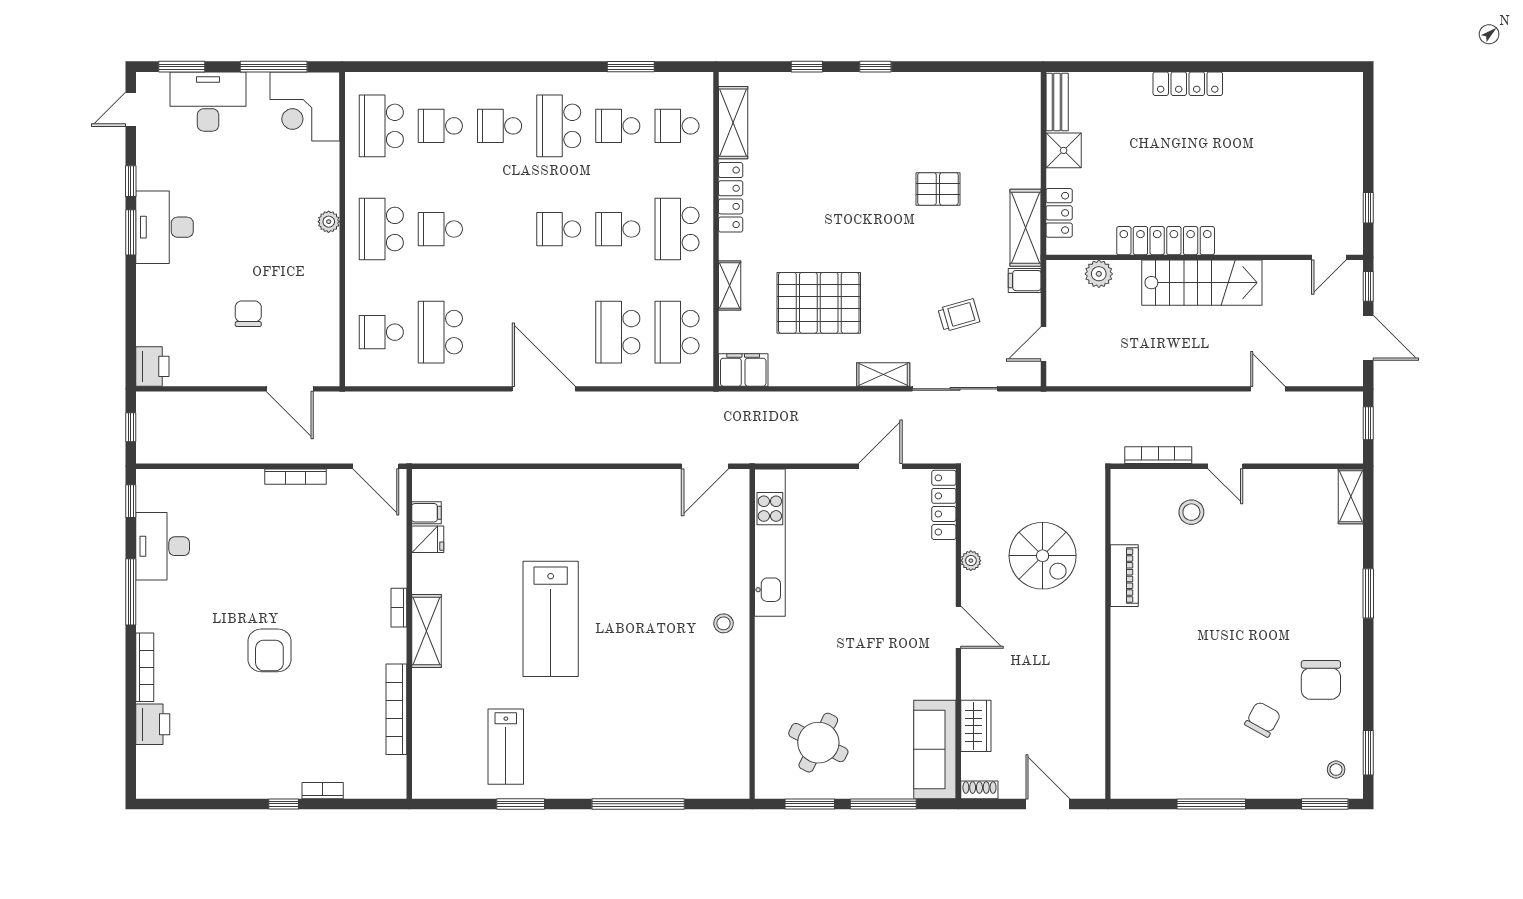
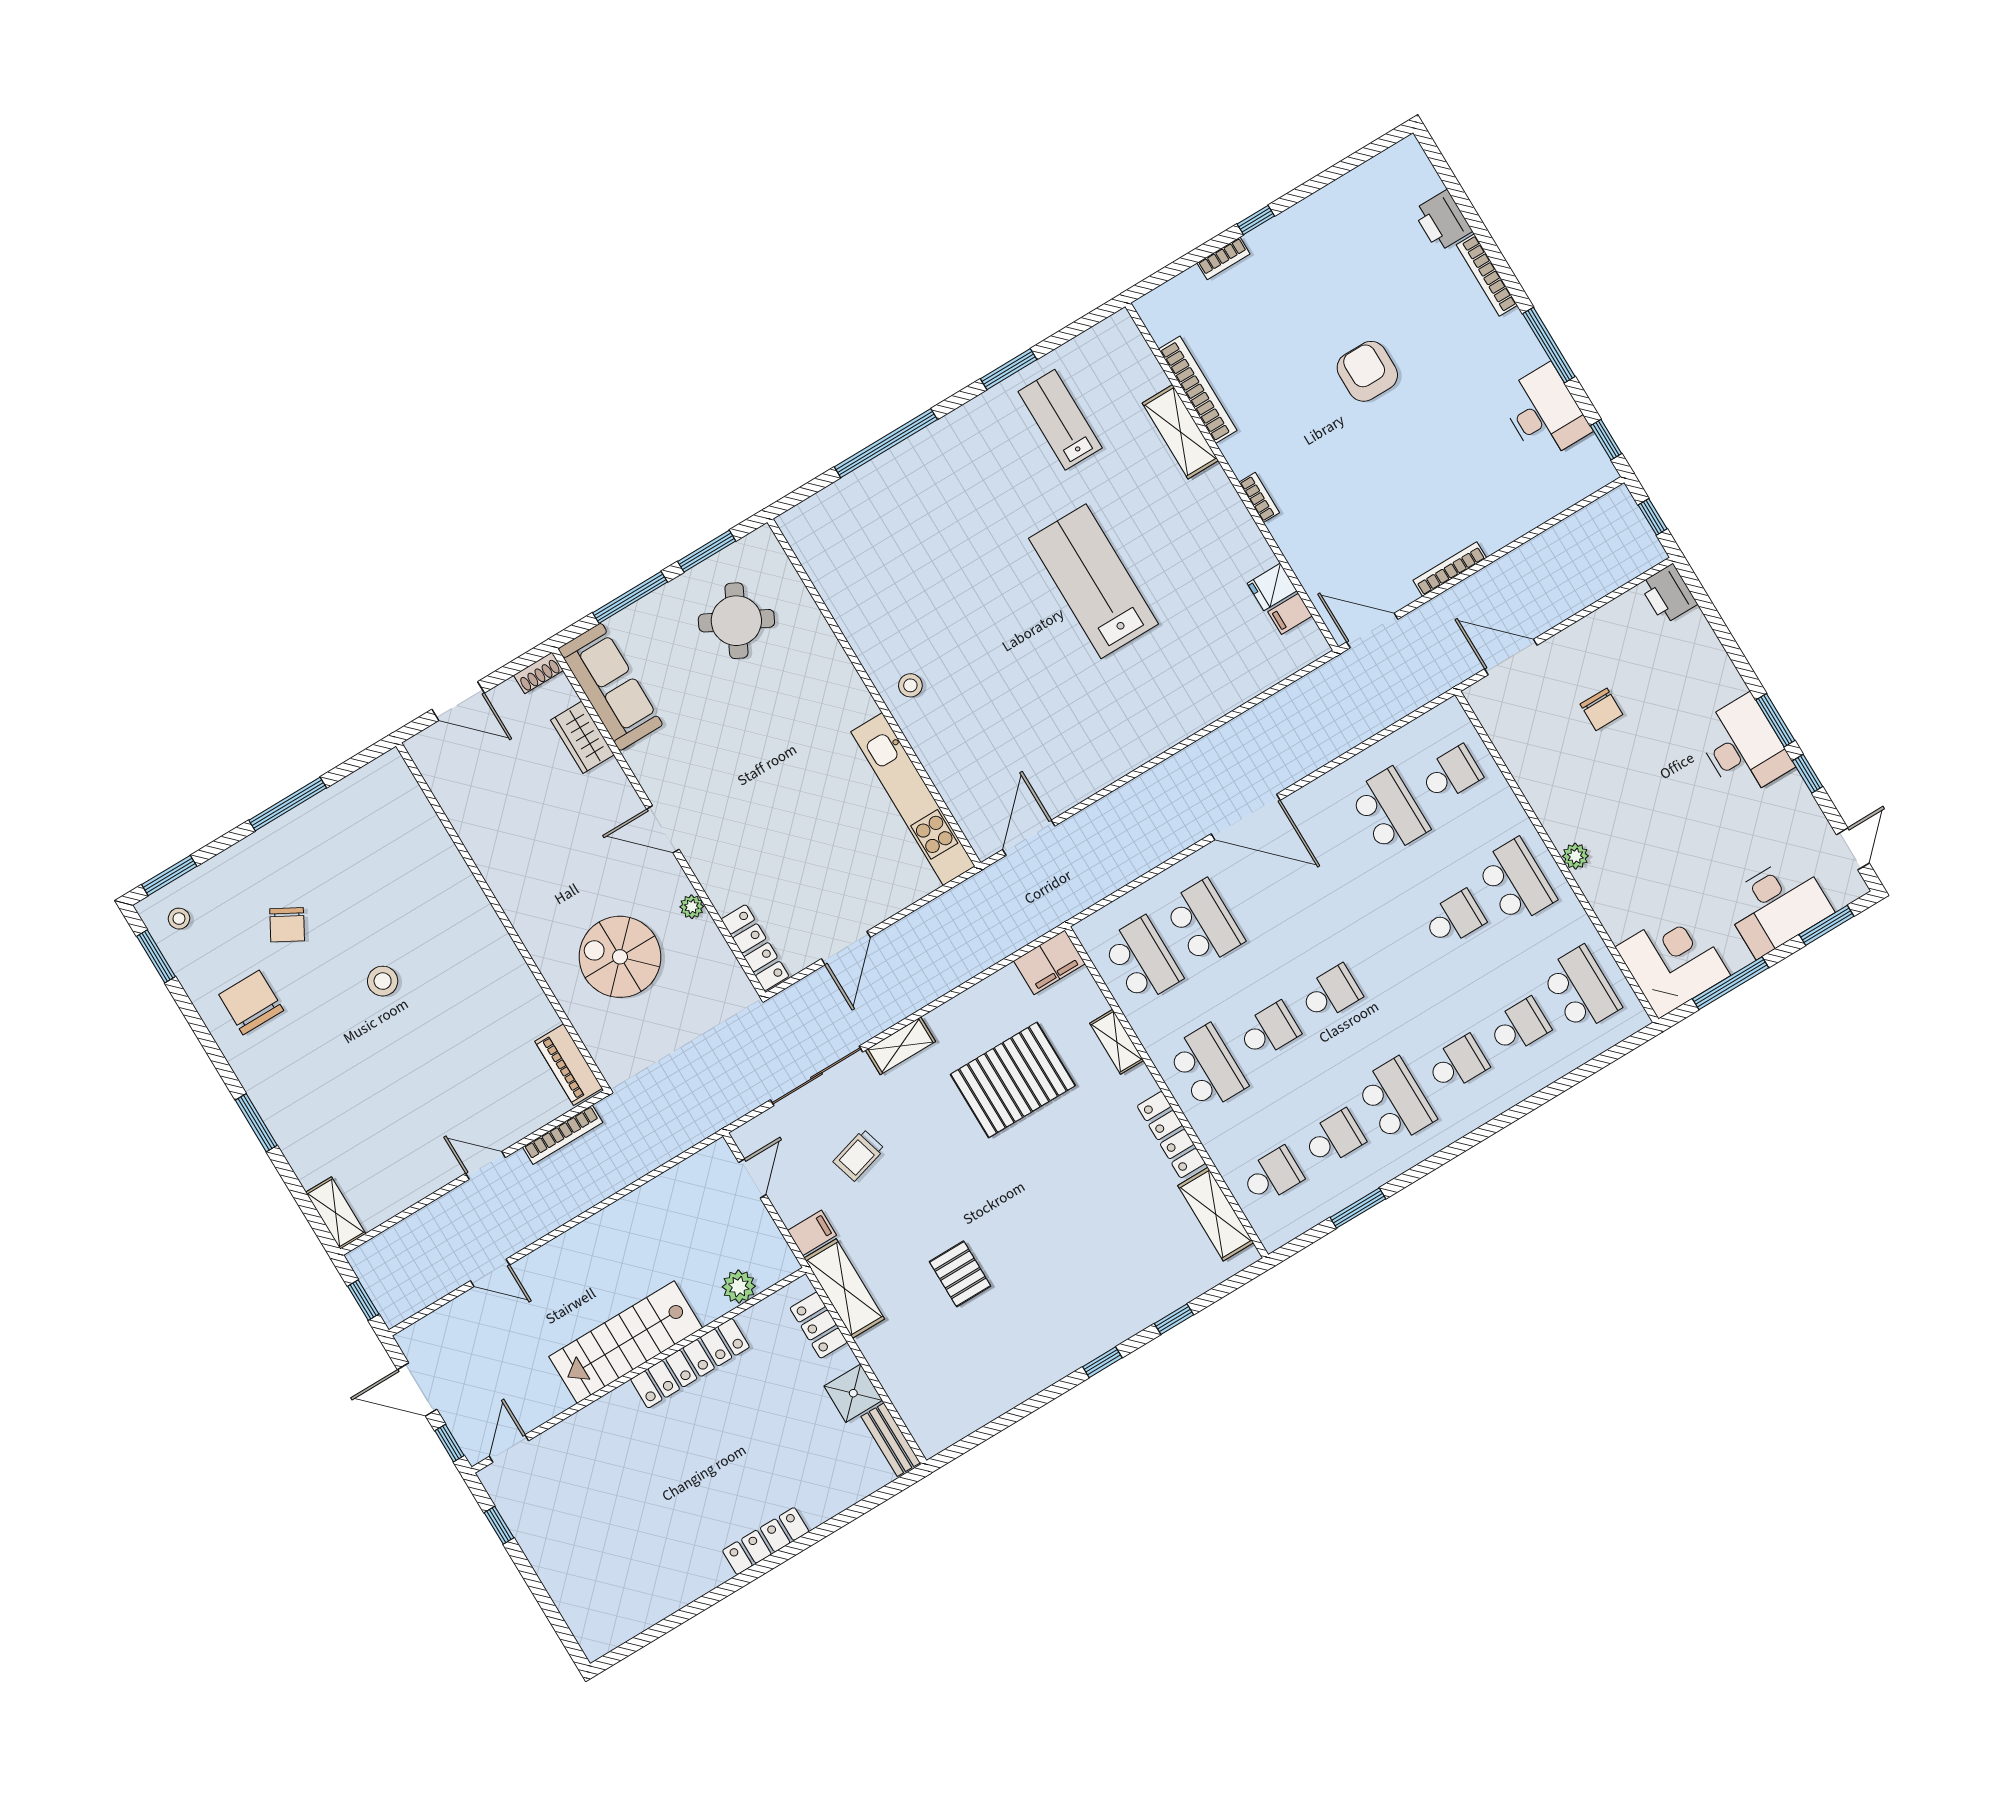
pallet: (938, 189) -> (960, 1274), turned 90
stool: (1191, 512) -> (383, 981), moved
piano: (1124, 576) -> (569, 1065), moved
shelving: (426, 631) -> (1180, 432), moved

